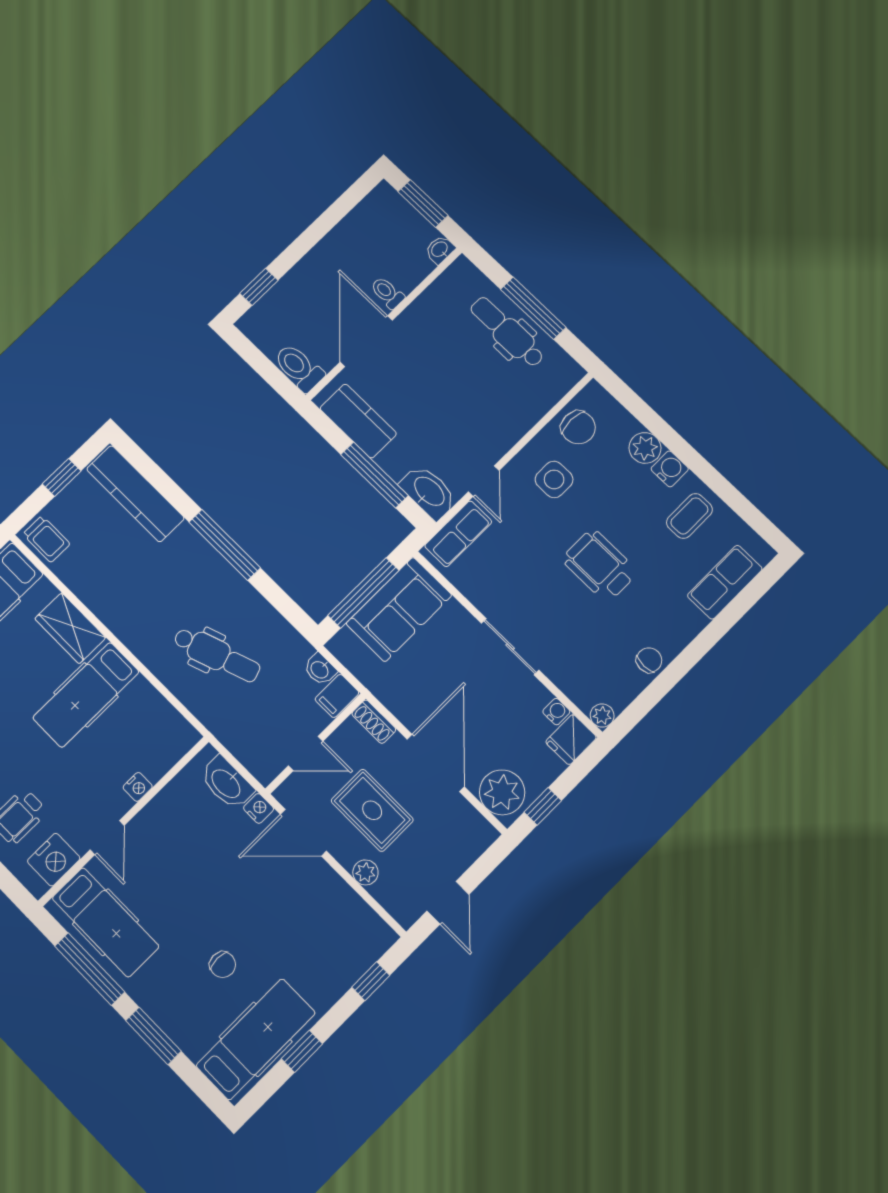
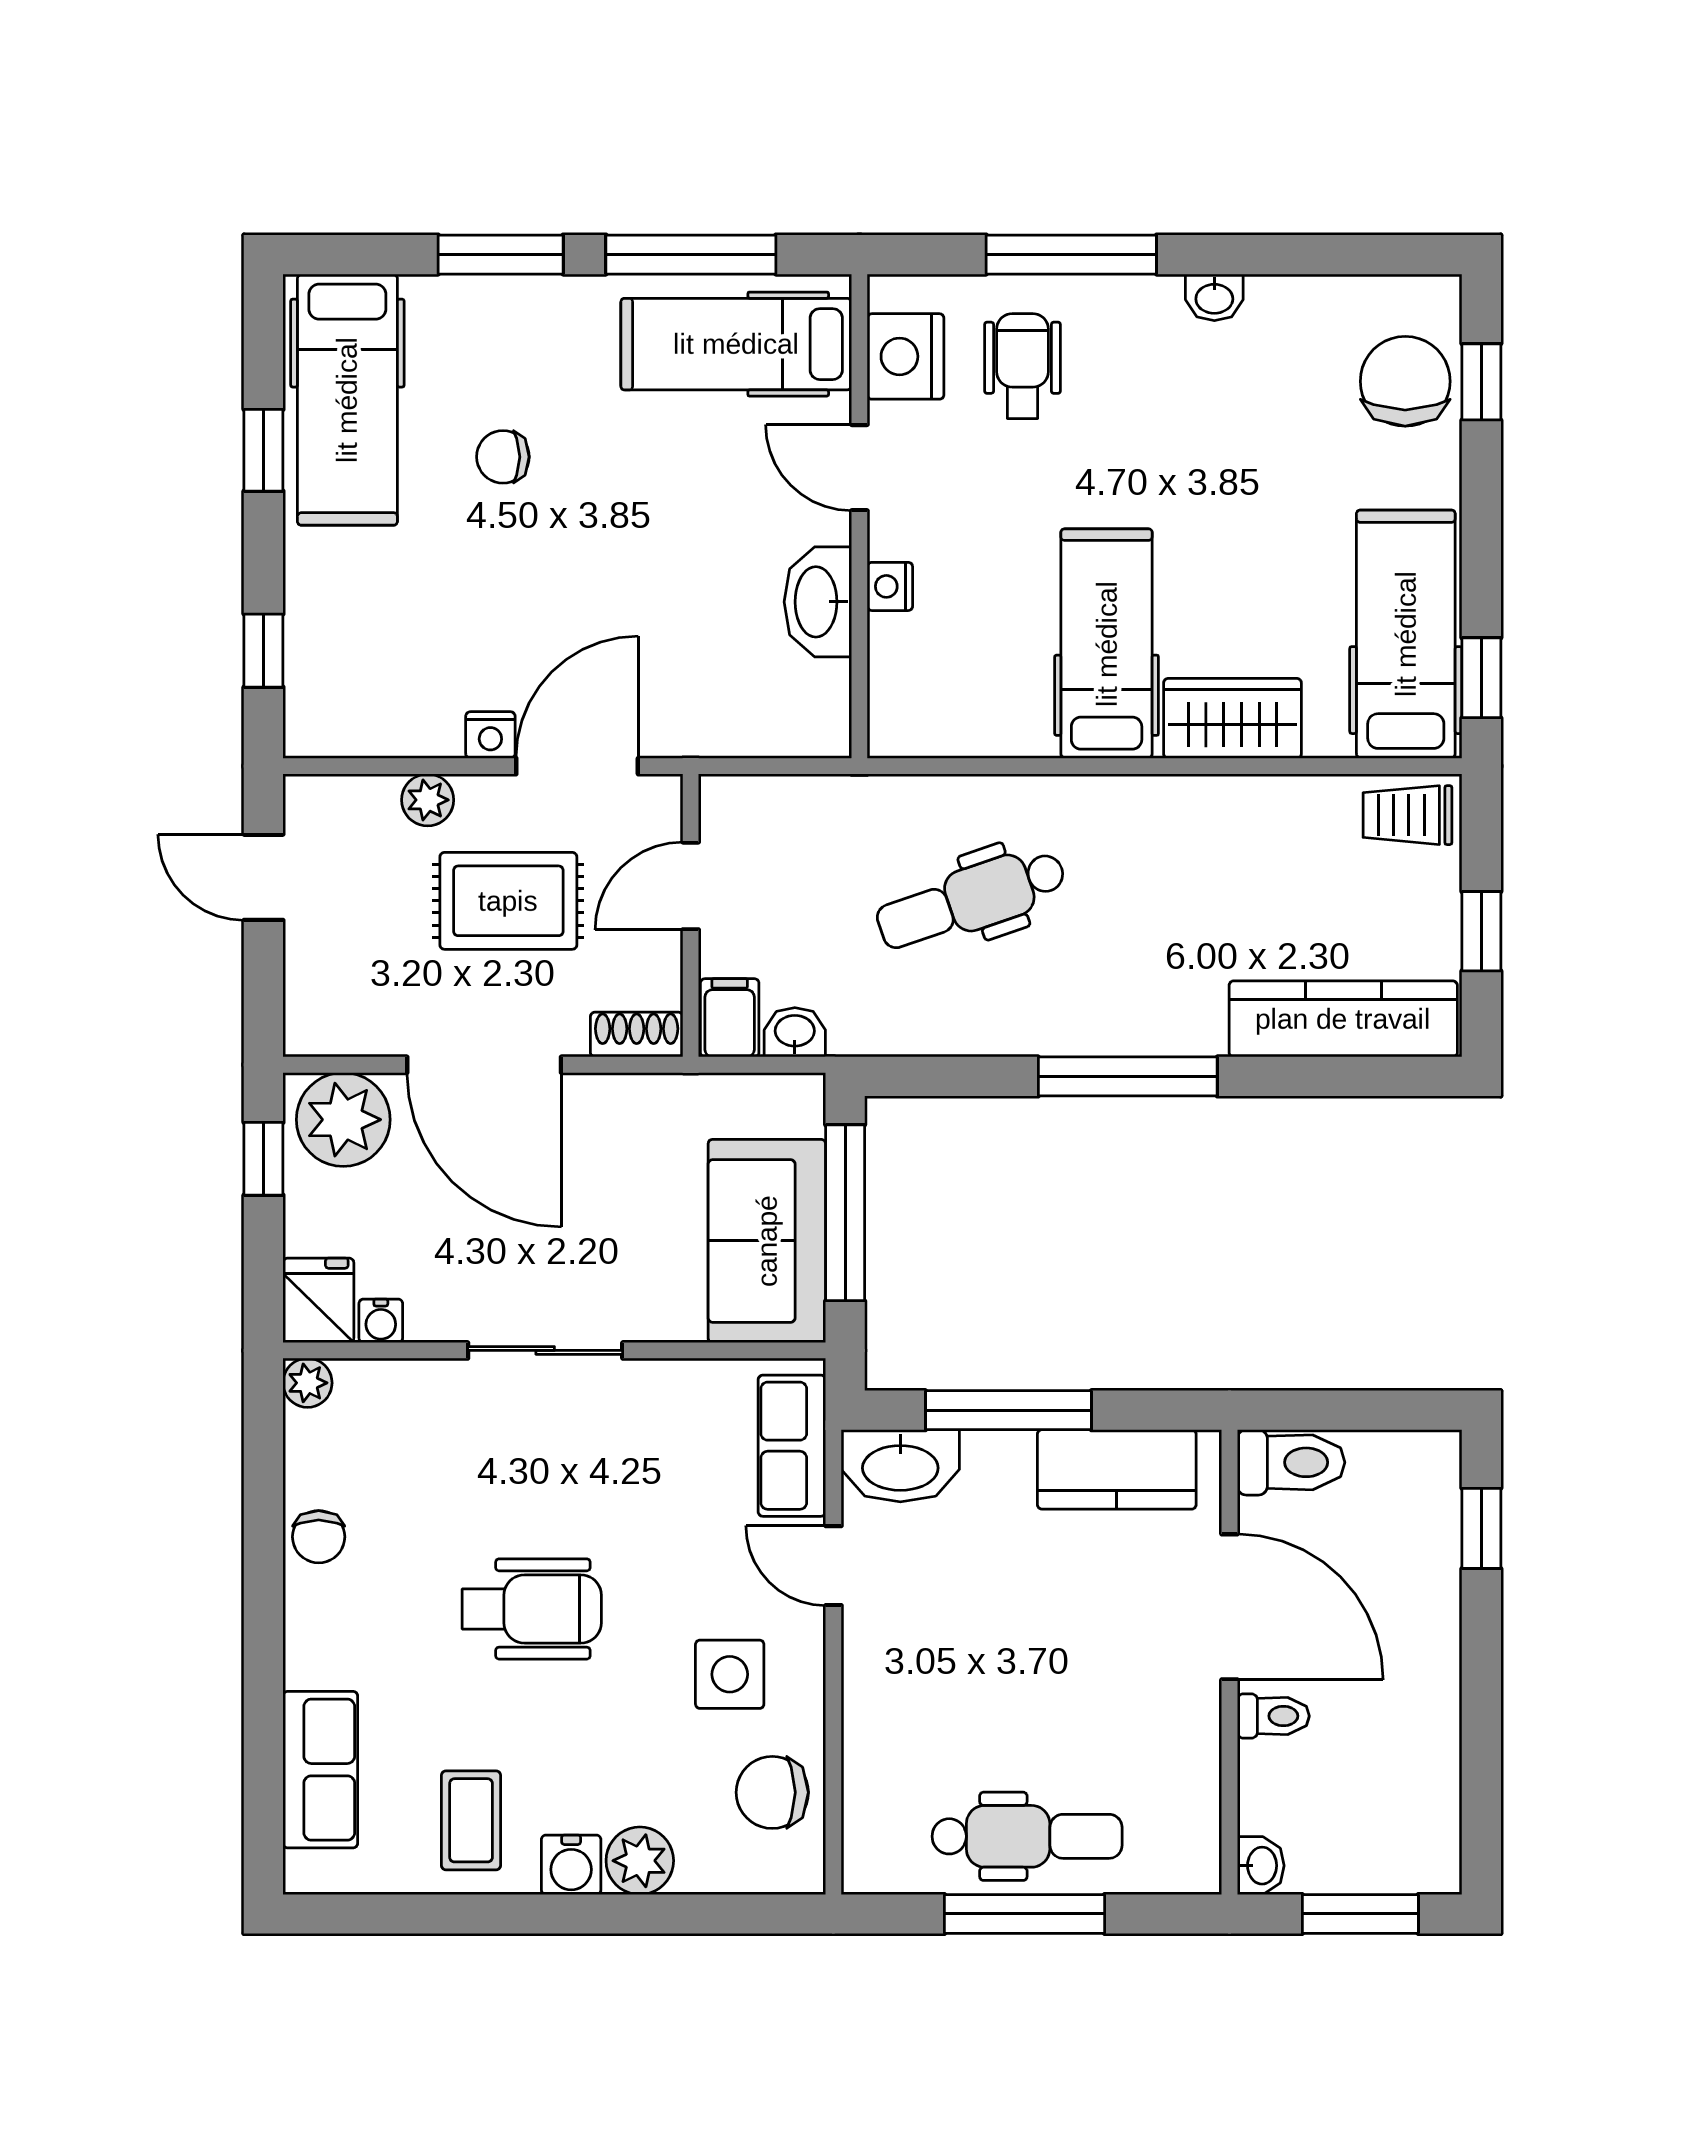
washbasin: (227, 783) -> (818, 602), moved, turned -90
nightstand: (259, 808) -> (490, 735), moved

